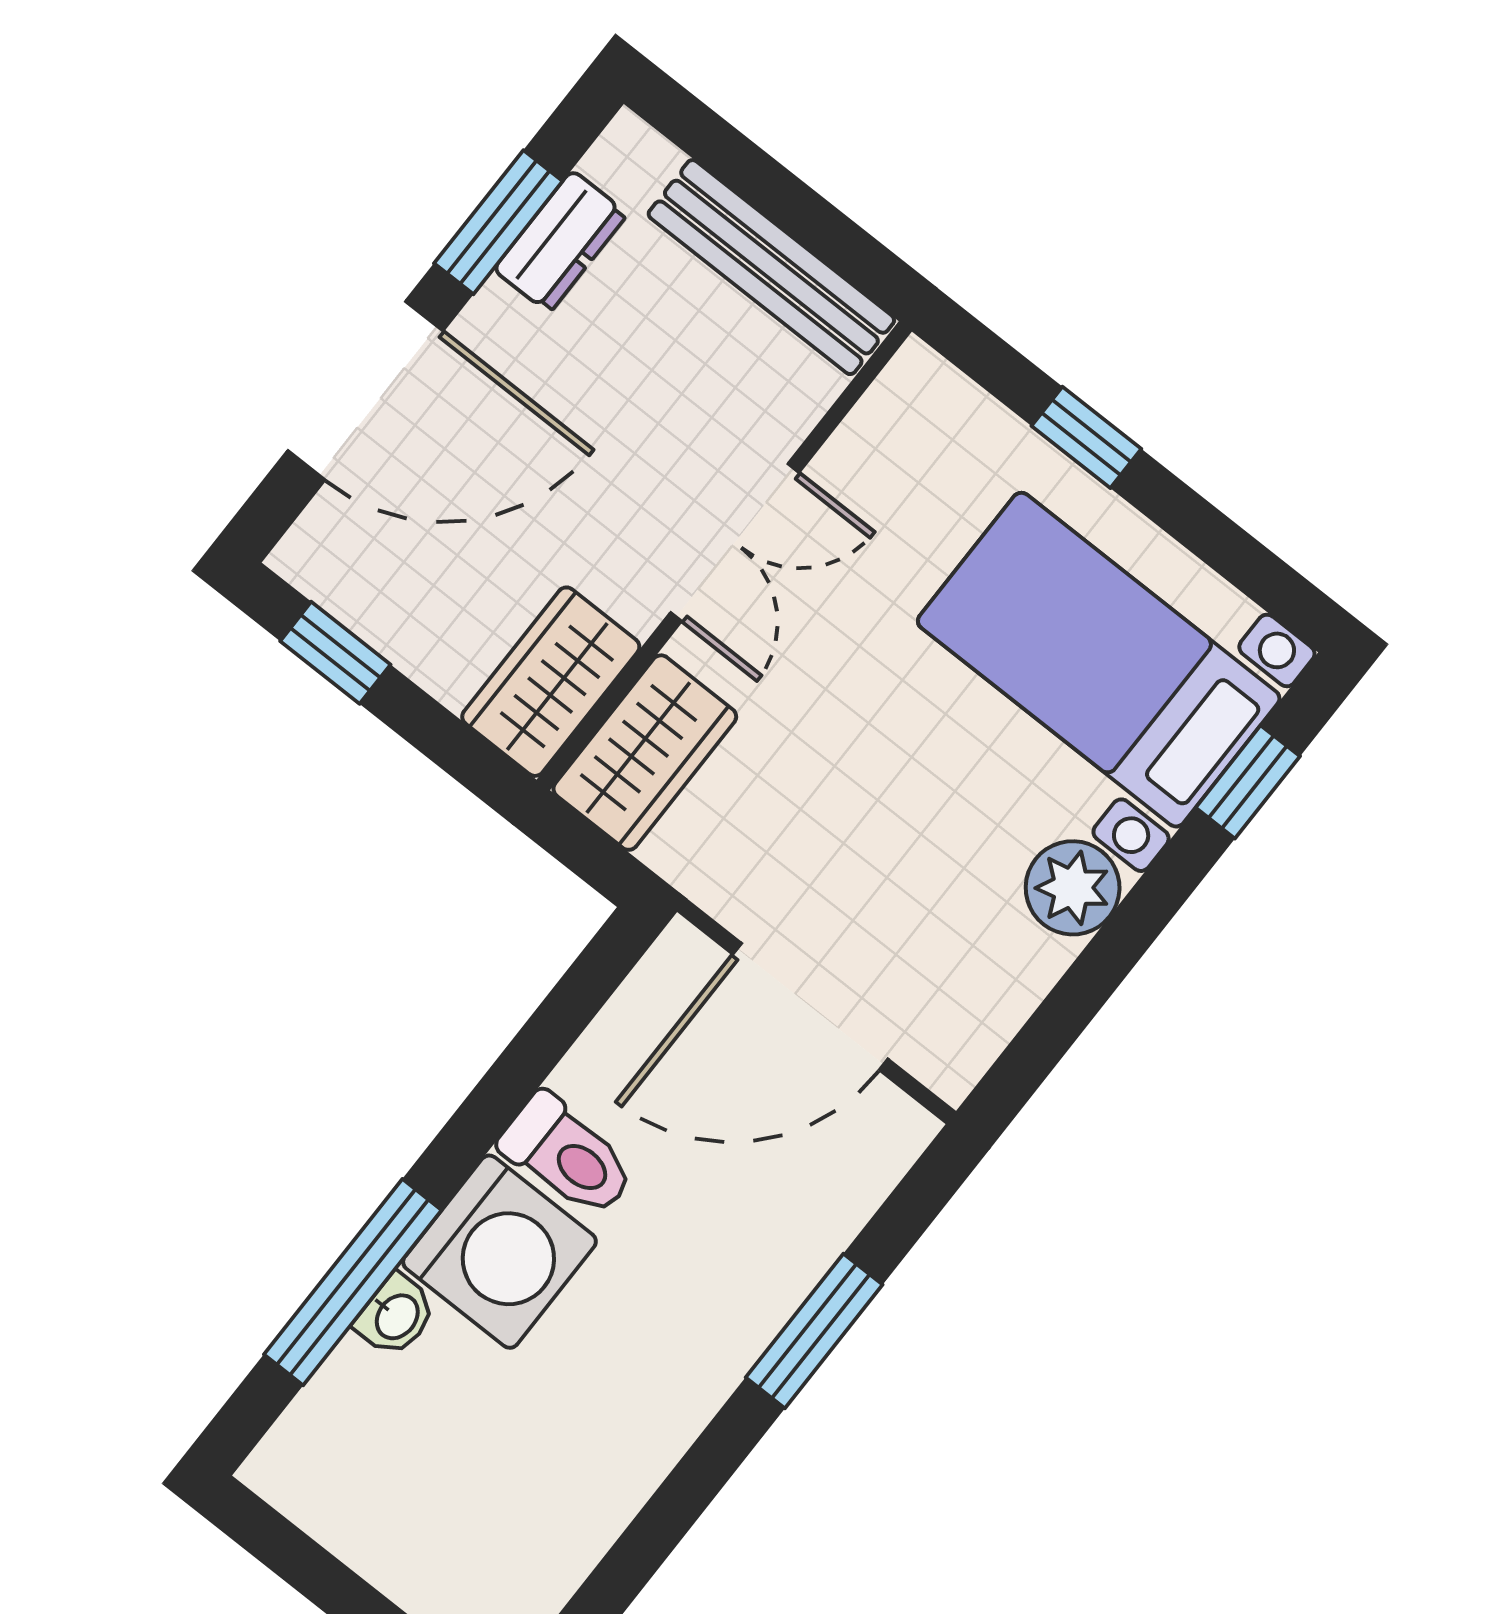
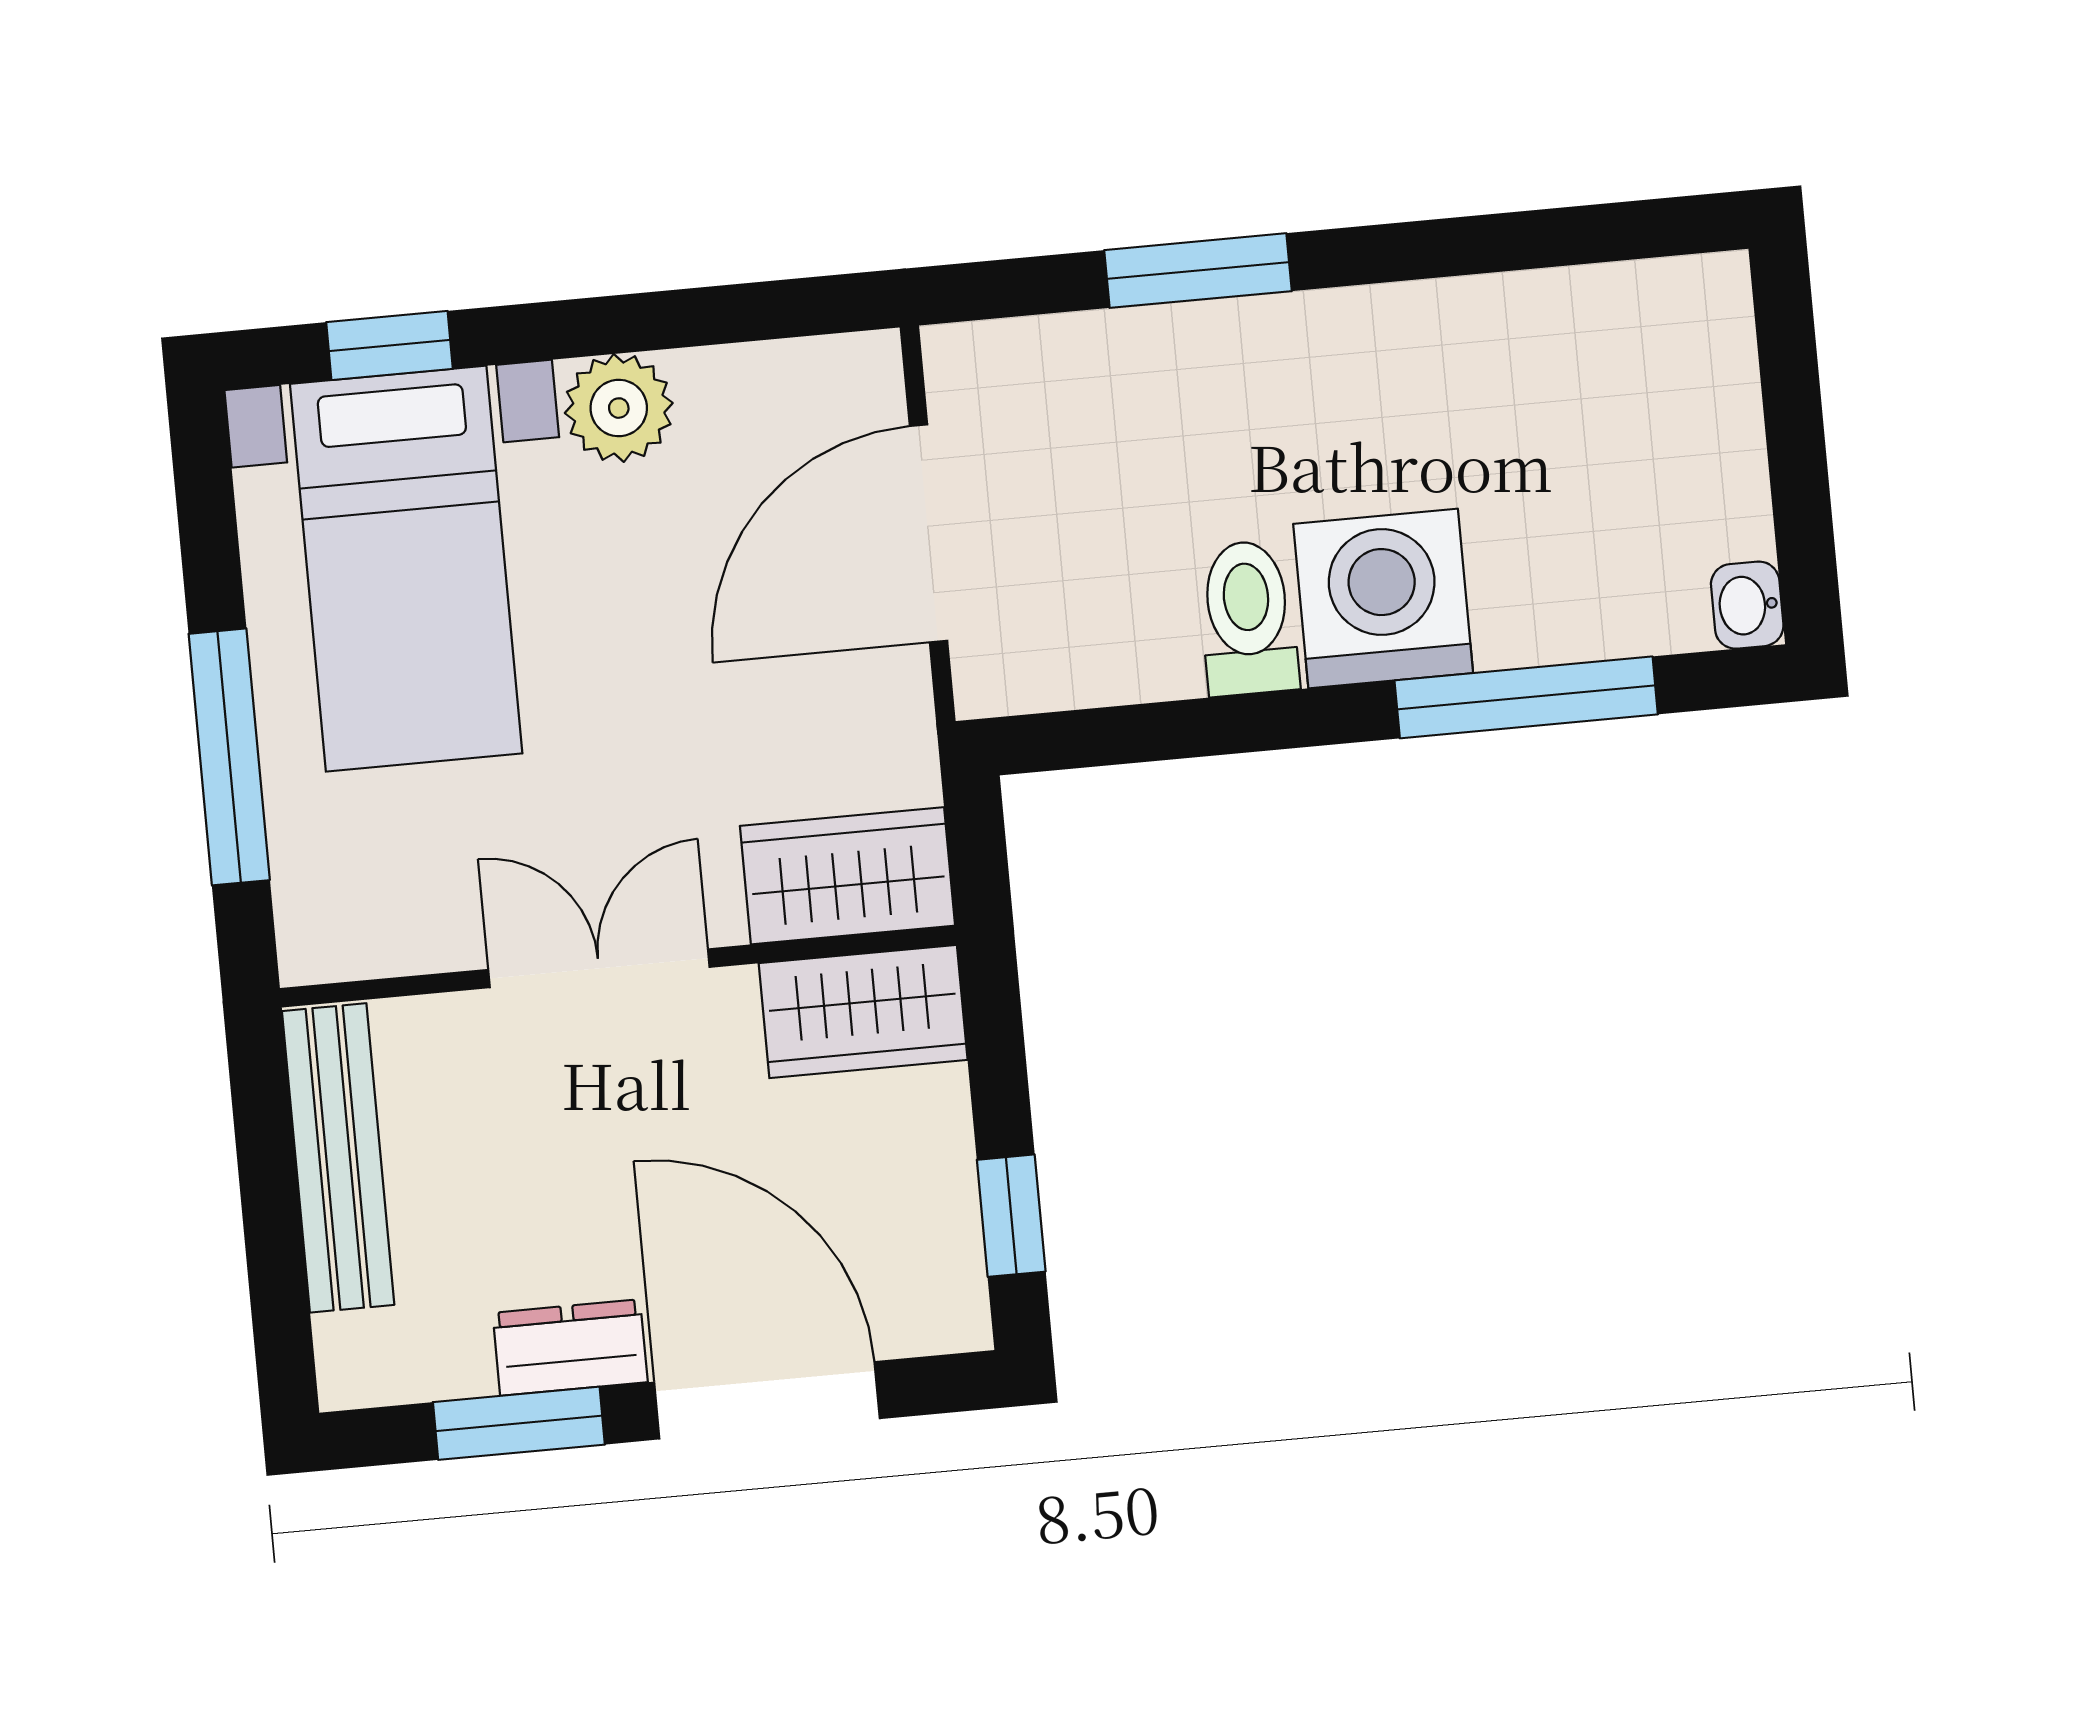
dresser: (561, 242) -> (570, 1347), moved
window: (1086, 437) -> (229, 757), width x2.17
door: (810, 1007) -> (928, 533), swing flipped
washbasin: (396, 1316) -> (1747, 605), moved, turned -90

